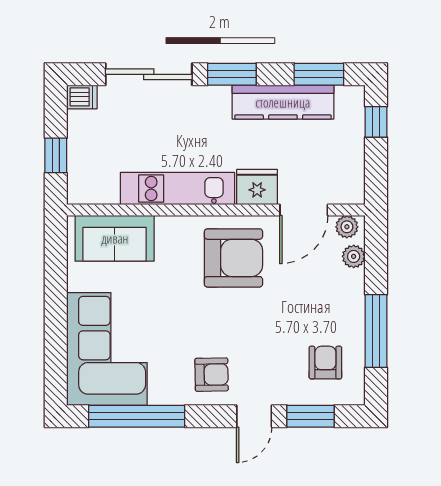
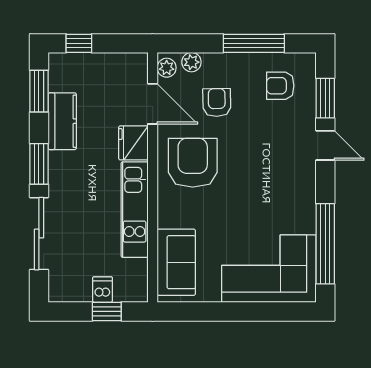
dishwasher: (82, 97) -> (103, 290), moved
kitchen counter: (283, 102) -> (62, 121), width x0.67
armchair: (212, 375) -> (217, 102), moved

